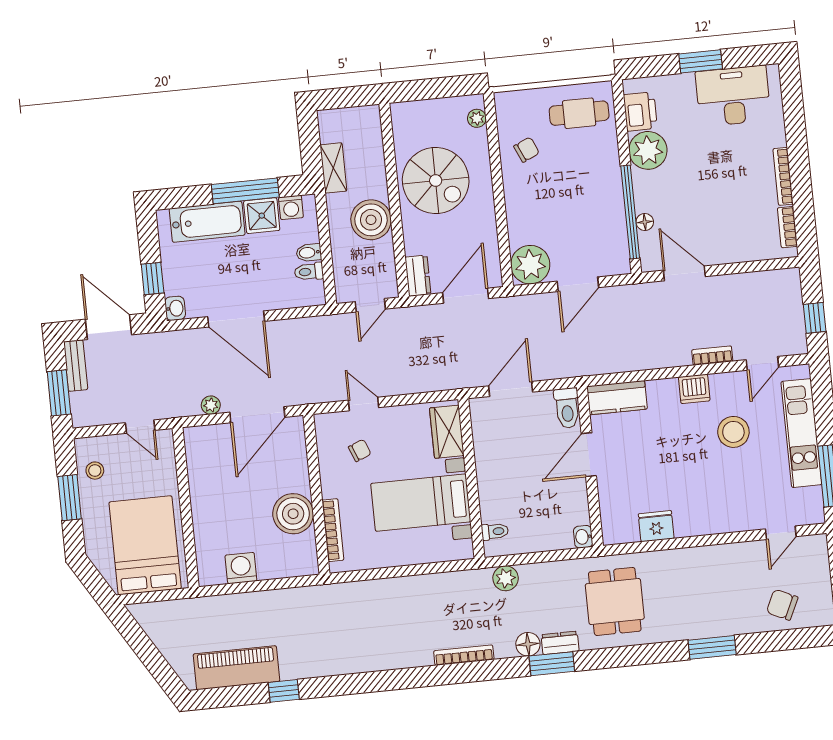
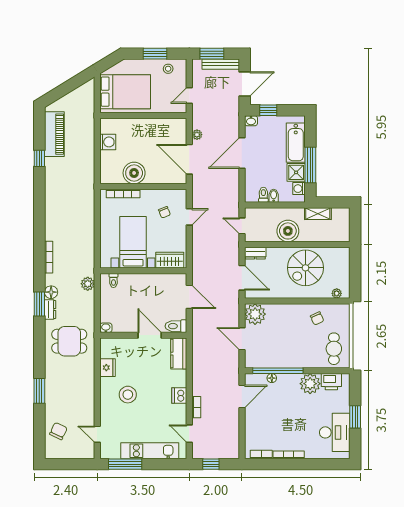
bench: (76, 365) -> (221, 64), width x1.36
stool: (733, 432) -> (128, 395), moved

